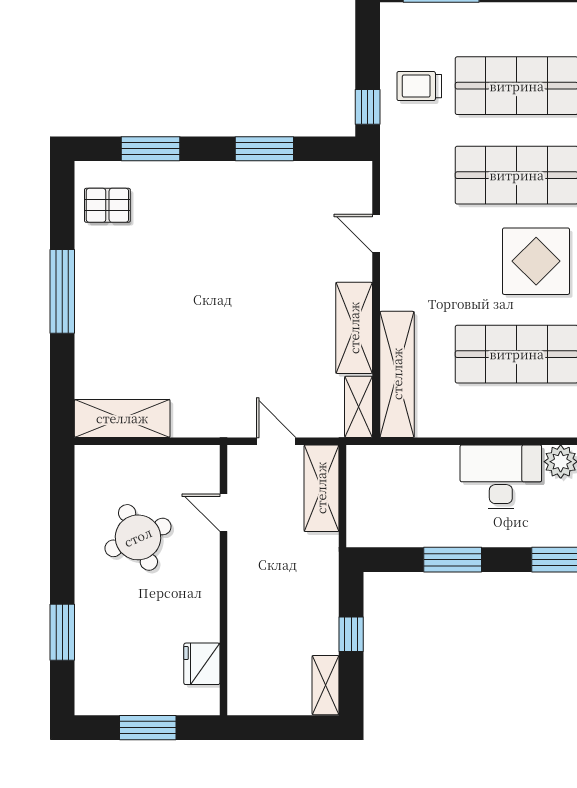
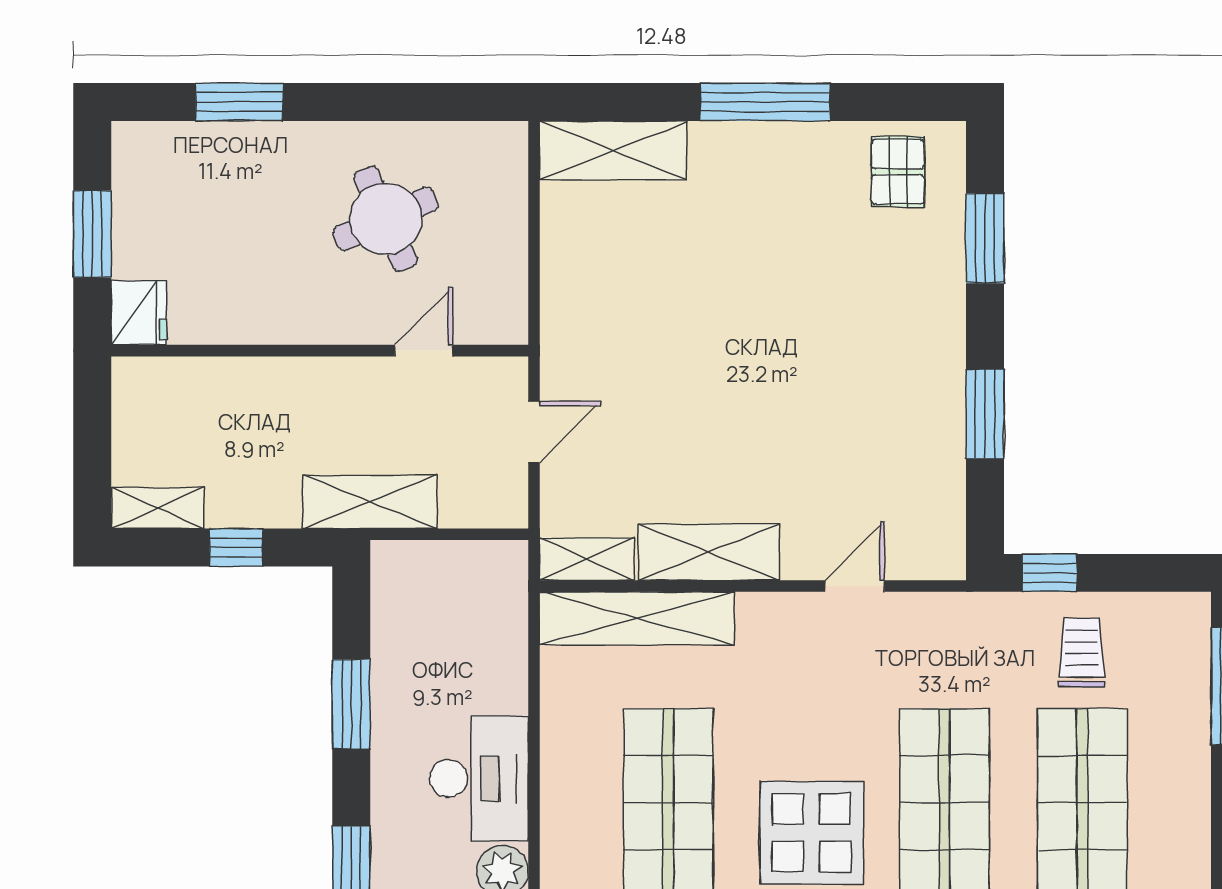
shelving: (122, 418) -> (613, 150), moved, turned 90
shelving: (321, 488) -> (370, 502), moved
fridge: (202, 664) -> (139, 313), moved, turned 90

